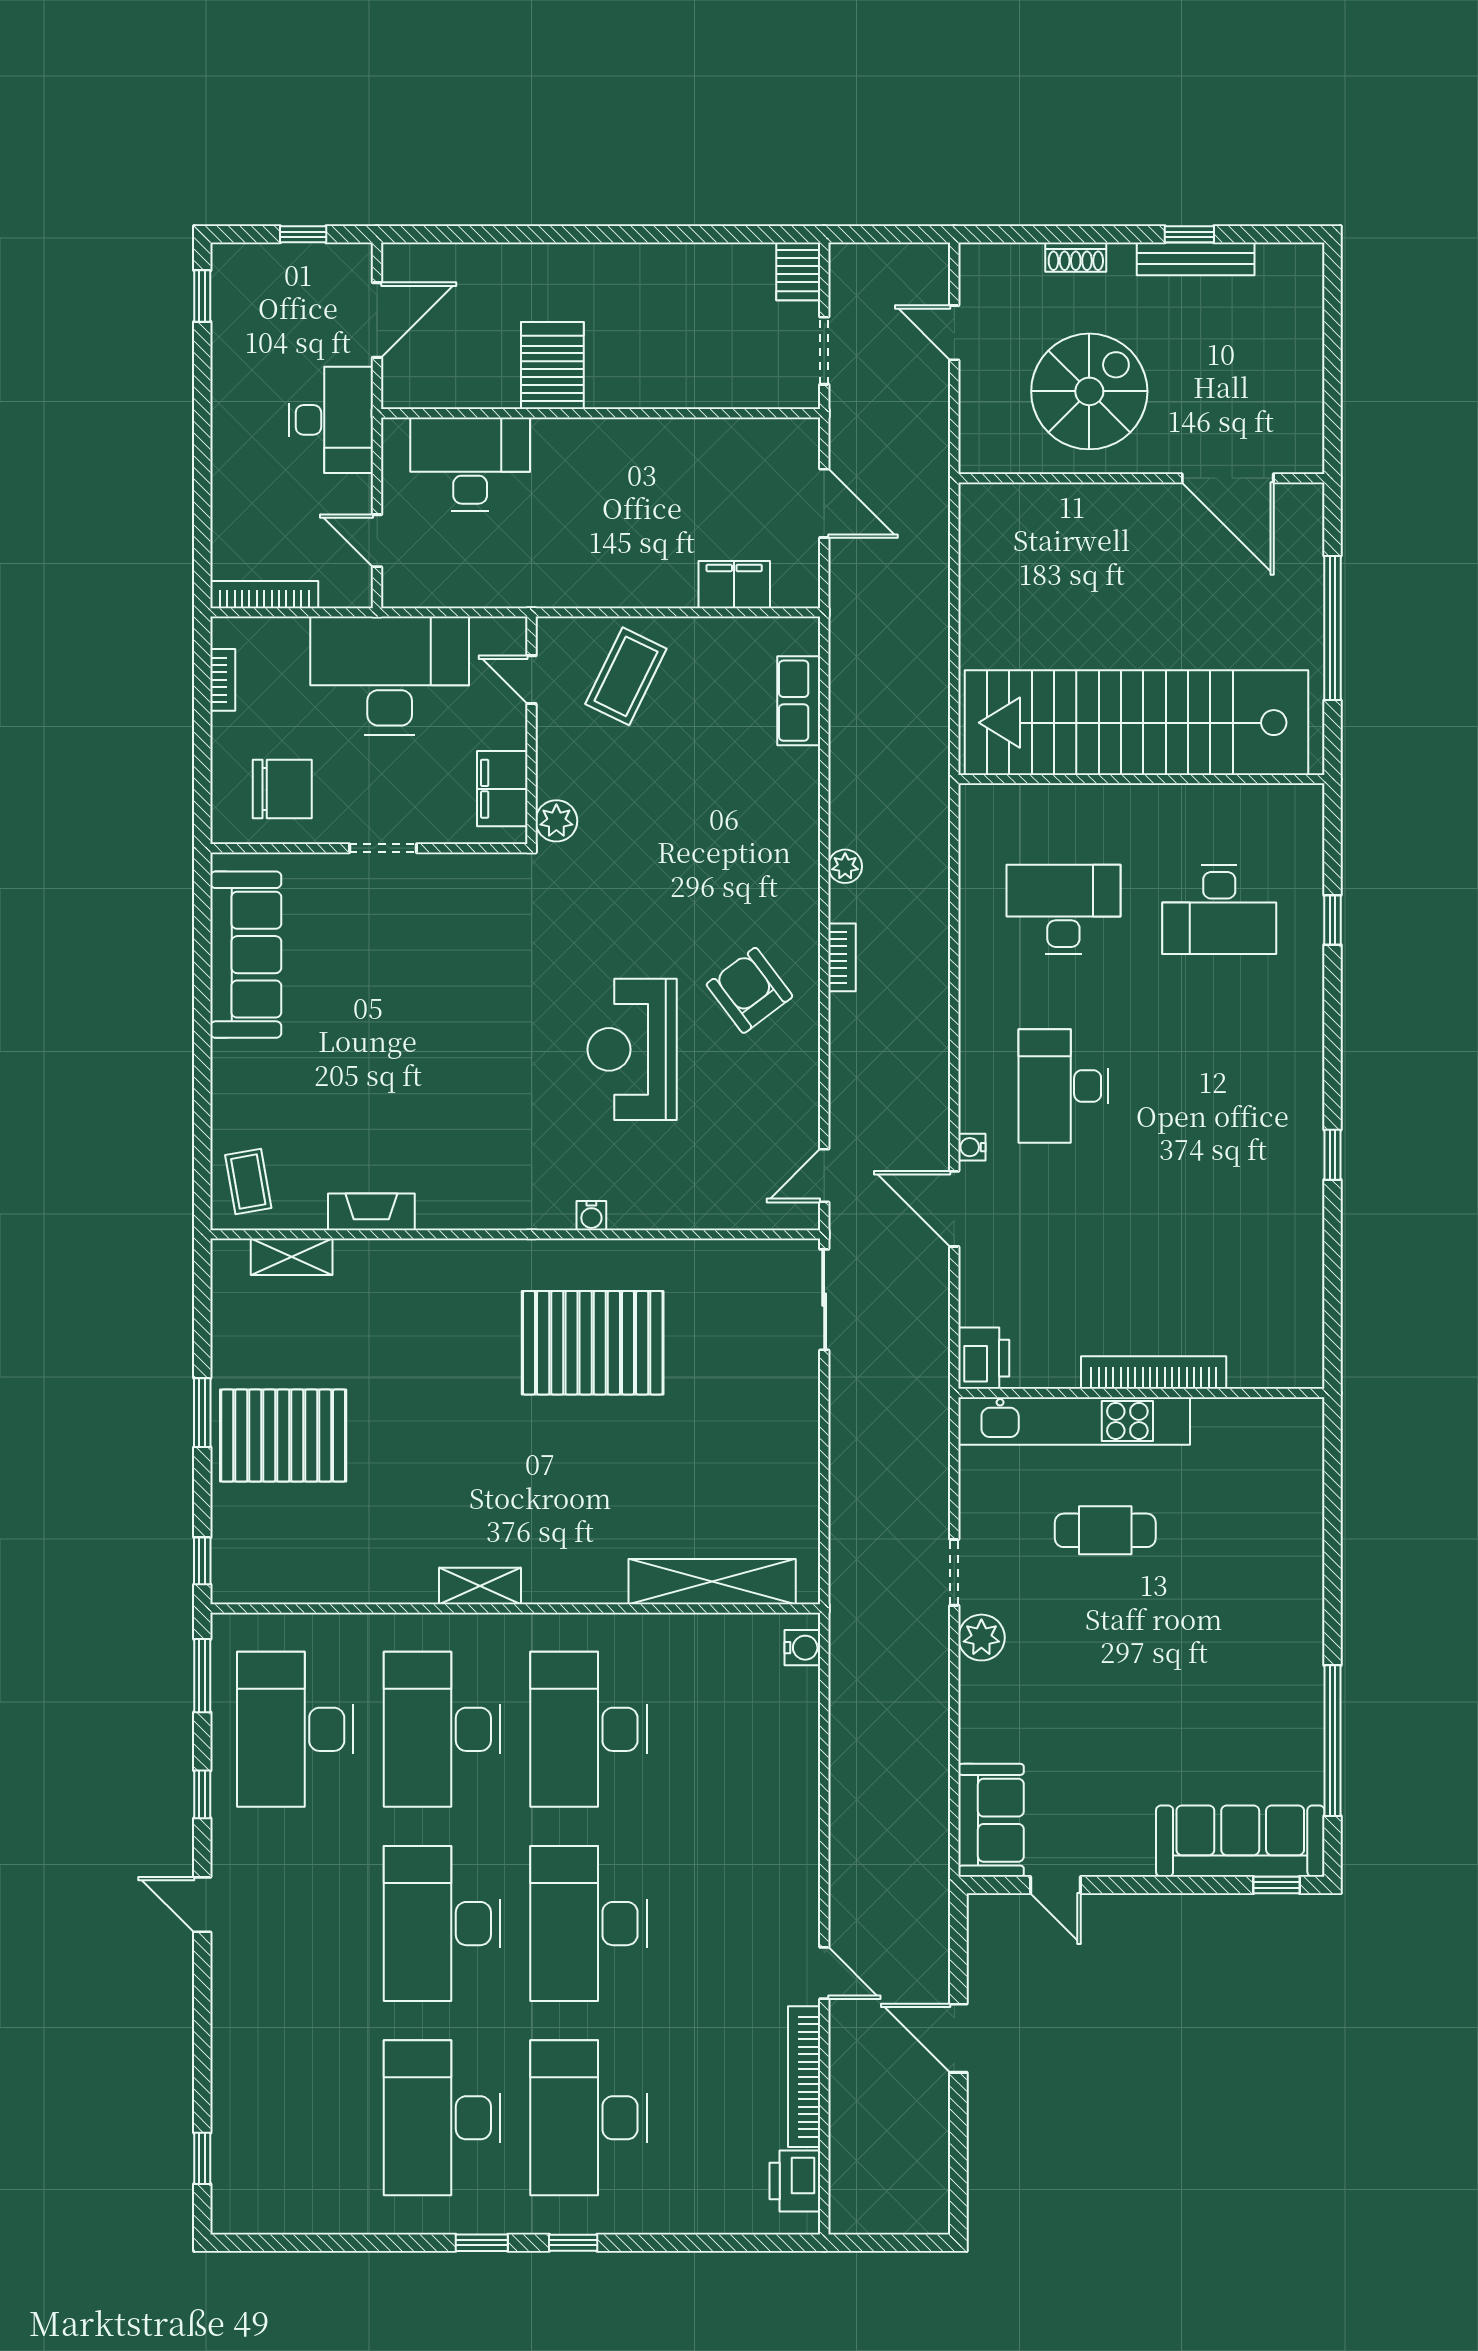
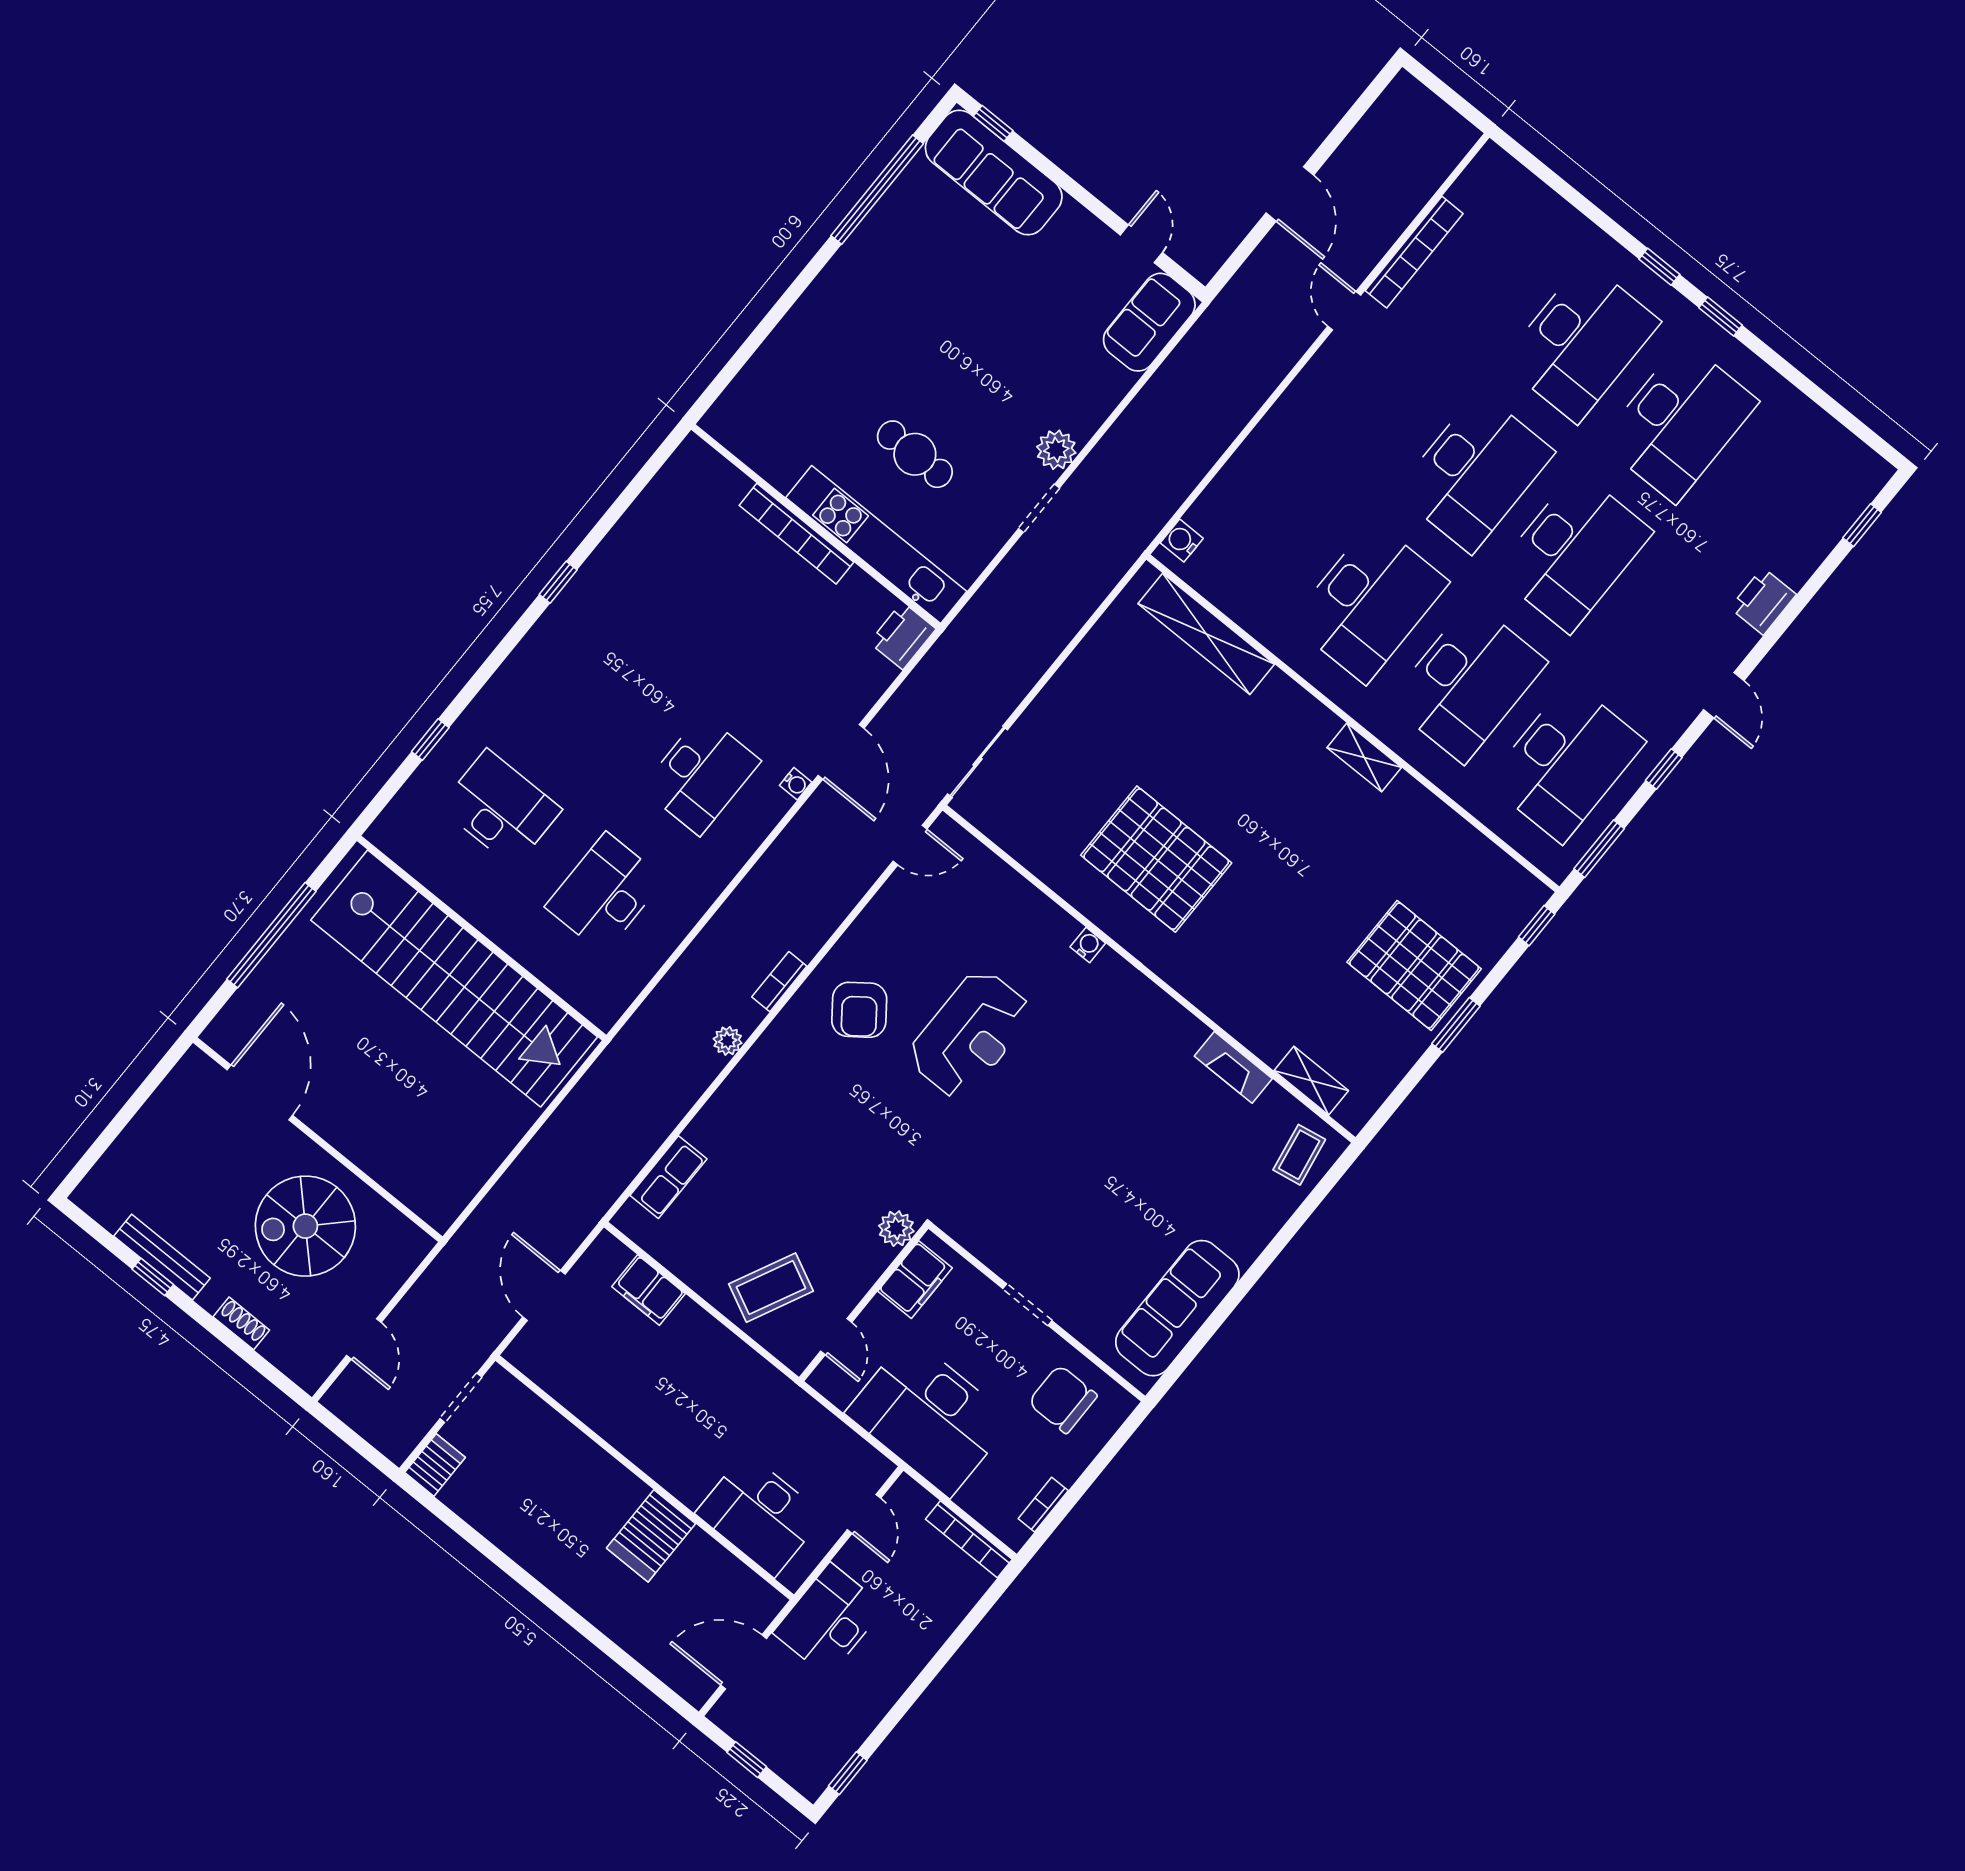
desk: (1063, 909) -> (605, 893), turned 90
printer: (795, 2181) -> (1763, 601), moved, turned 180

